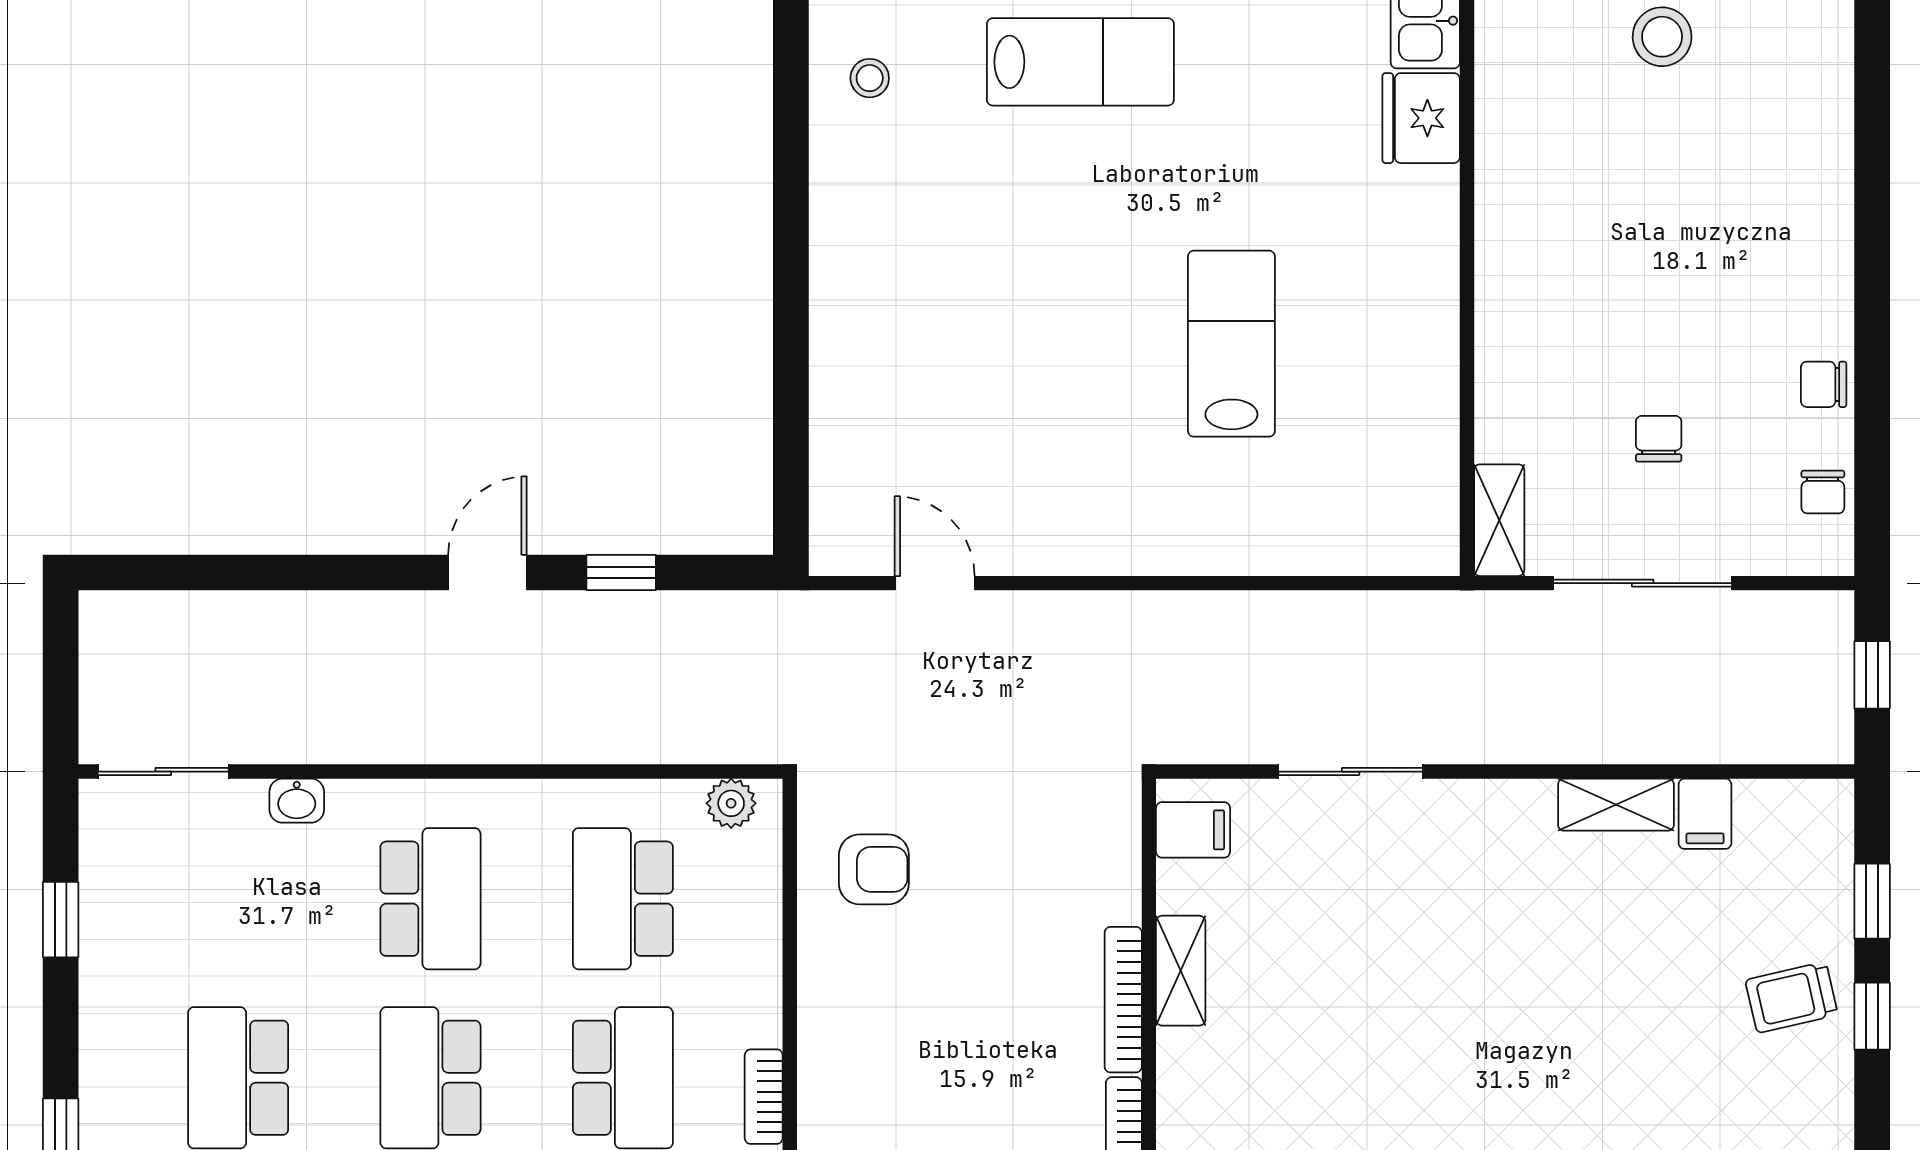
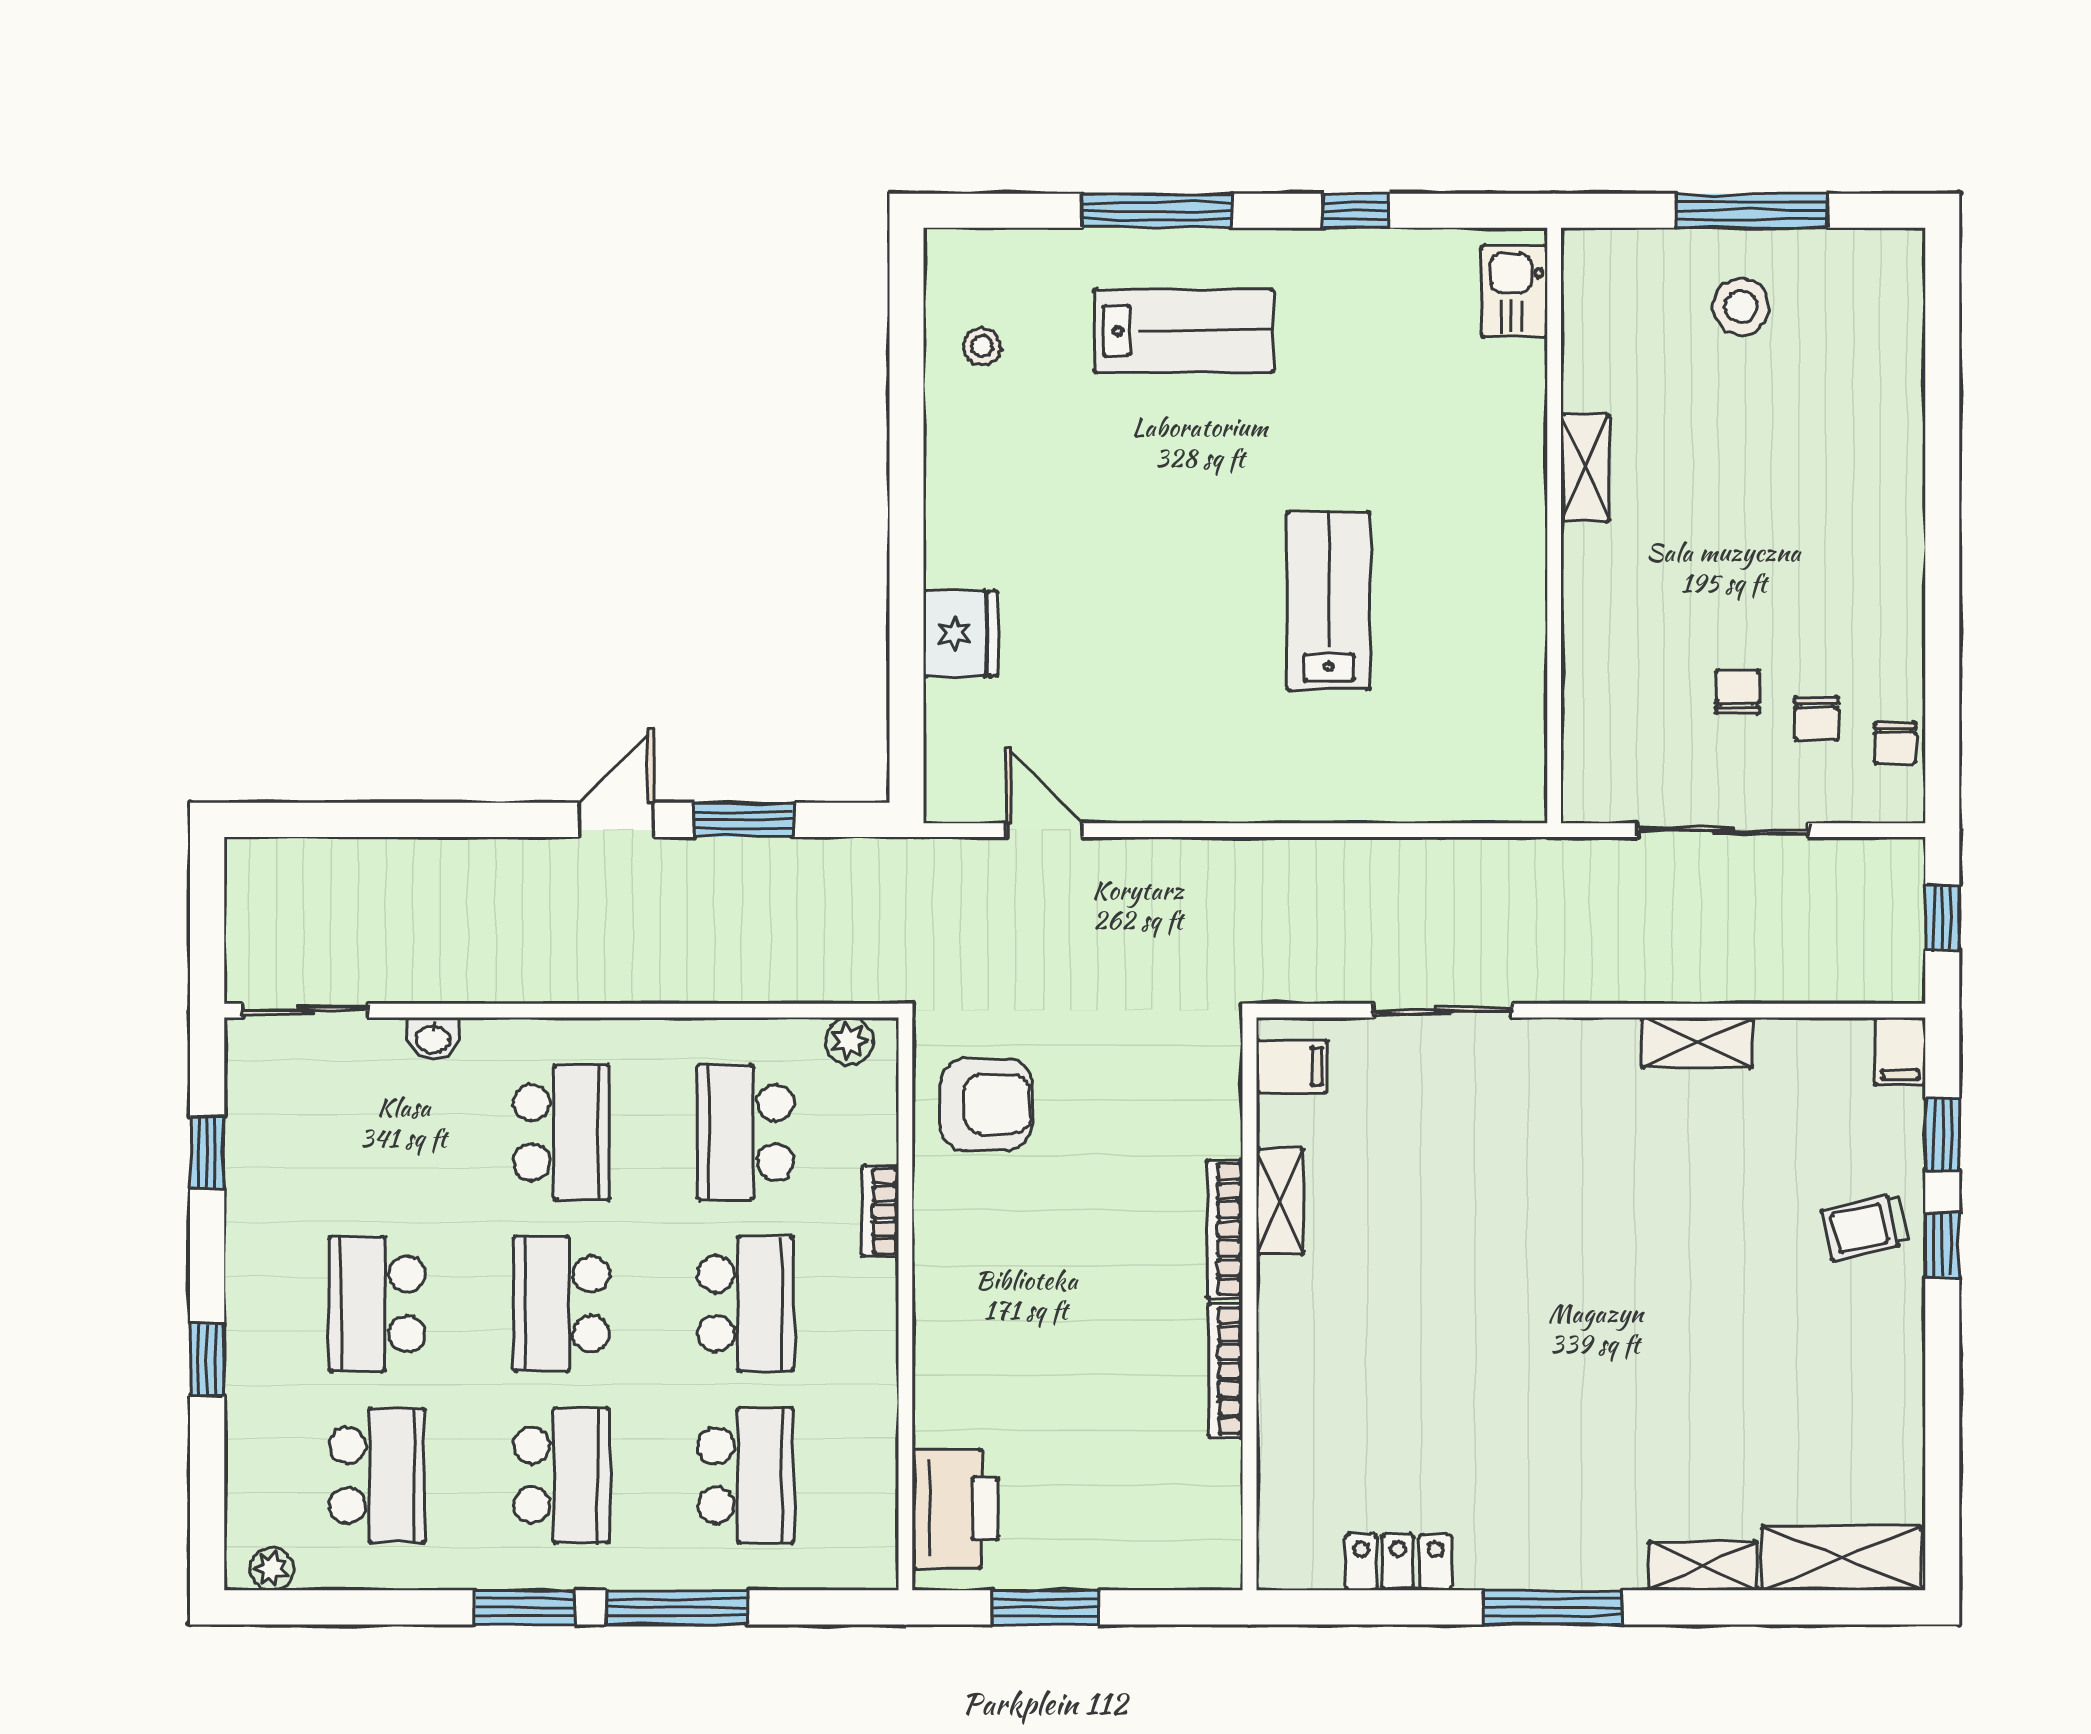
fridge: (1421, 118) -> (961, 634), moved, turned 180
chair: (1824, 384) -> (1816, 719), moved, turned -90
shelving: (1499, 520) -> (1585, 468), moved
window: (621, 572) -> (744, 820), width x1.50
filing cabinet: (1705, 814) -> (1900, 1051), moved
armchair: (874, 869) -> (986, 1104), width x1.38, depth x1.38
bookcase: (764, 1097) -> (881, 1211), moved

